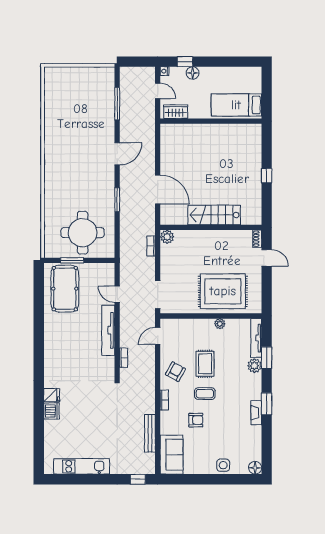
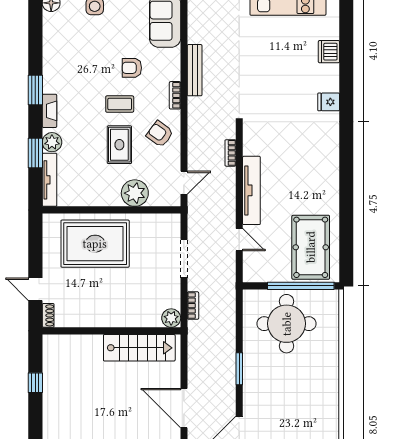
window: (267, 176) -> (35, 383), moved
door: (158, 189) -> (184, 408), moved
stairs: (214, 215) -> (139, 348), moved
window: (72, 260) -> (301, 286), width x2.11
doorway: (158, 295) -> (184, 259), moved
plant: (220, 324) -> (135, 193), moved, width x1.87, depth x1.87
armchair: (175, 372) -> (160, 134), turned 97
dishwasher: (51, 411) -> (329, 52), moved
fireplace: (256, 413) -> (49, 111), moved
bench: (150, 433) -> (195, 70), moved

